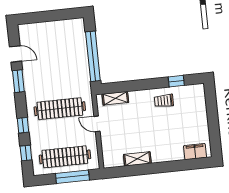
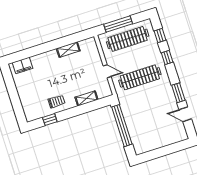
shelving: (115, 98) -> (86, 98), moved

